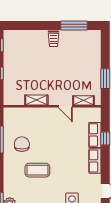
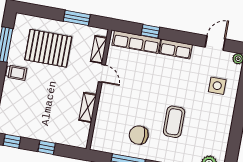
pallet: (77, 60) -> (48, 48), added
door: (65, 106) -> (102, 73), hinge flipped
row of seats: (95, 135) -> (136, 42), width x1.48

